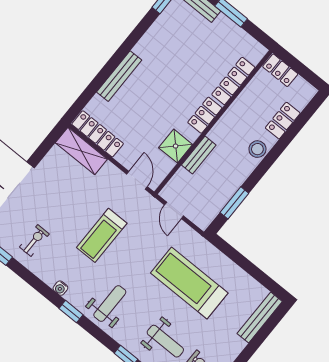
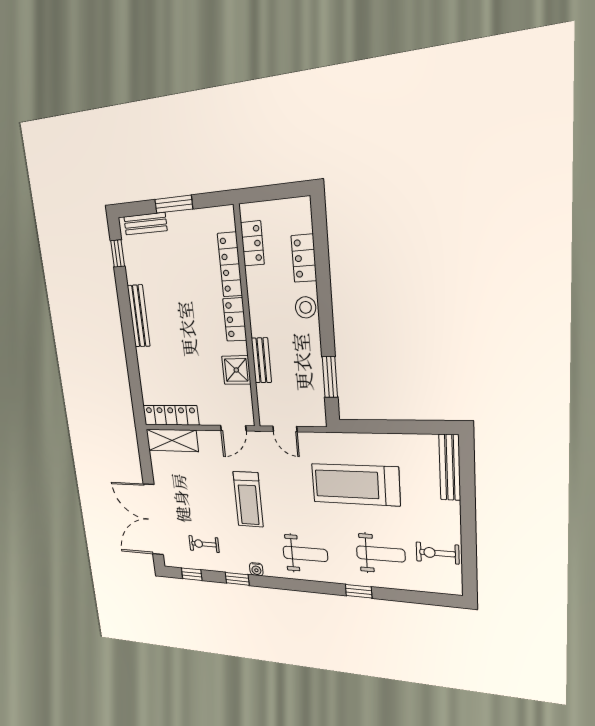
locker: (280, 70) -> (252, 243), moved, turned -90
bench: (119, 76) -> (139, 316), moved
door: (137, 180) -> (233, 428), swing flipped
exercise bike: (34, 240) -> (204, 544), turned -90
weight bench: (110, 304) -> (305, 554), turned 90
window: (71, 312) -> (237, 579), moved

